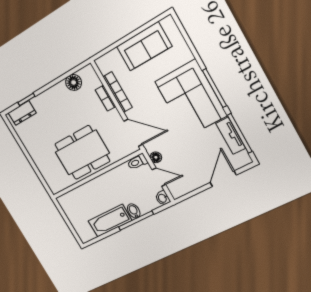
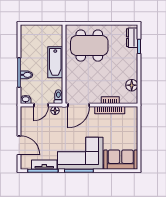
sofa: (144, 46) -> (121, 160), moved, turned 90
dining table: (82, 153) -> (89, 46), moved, turned 90
bathtub: (110, 221) -> (55, 62), moved, turned 180

